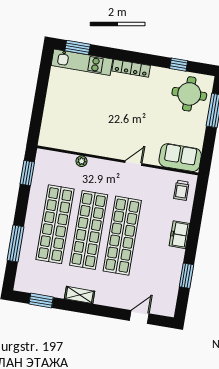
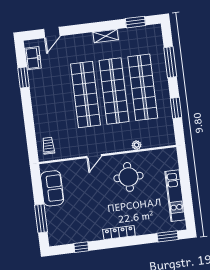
kitchen unit: (82, 62) -> (175, 196), moved, turned -90
round table: (189, 94) -> (128, 177), moved
sofa: (180, 158) -> (52, 188), moved, turned -90
window: (27, 173) -> (176, 108), moved
freezer: (179, 235) -> (33, 58), moved

